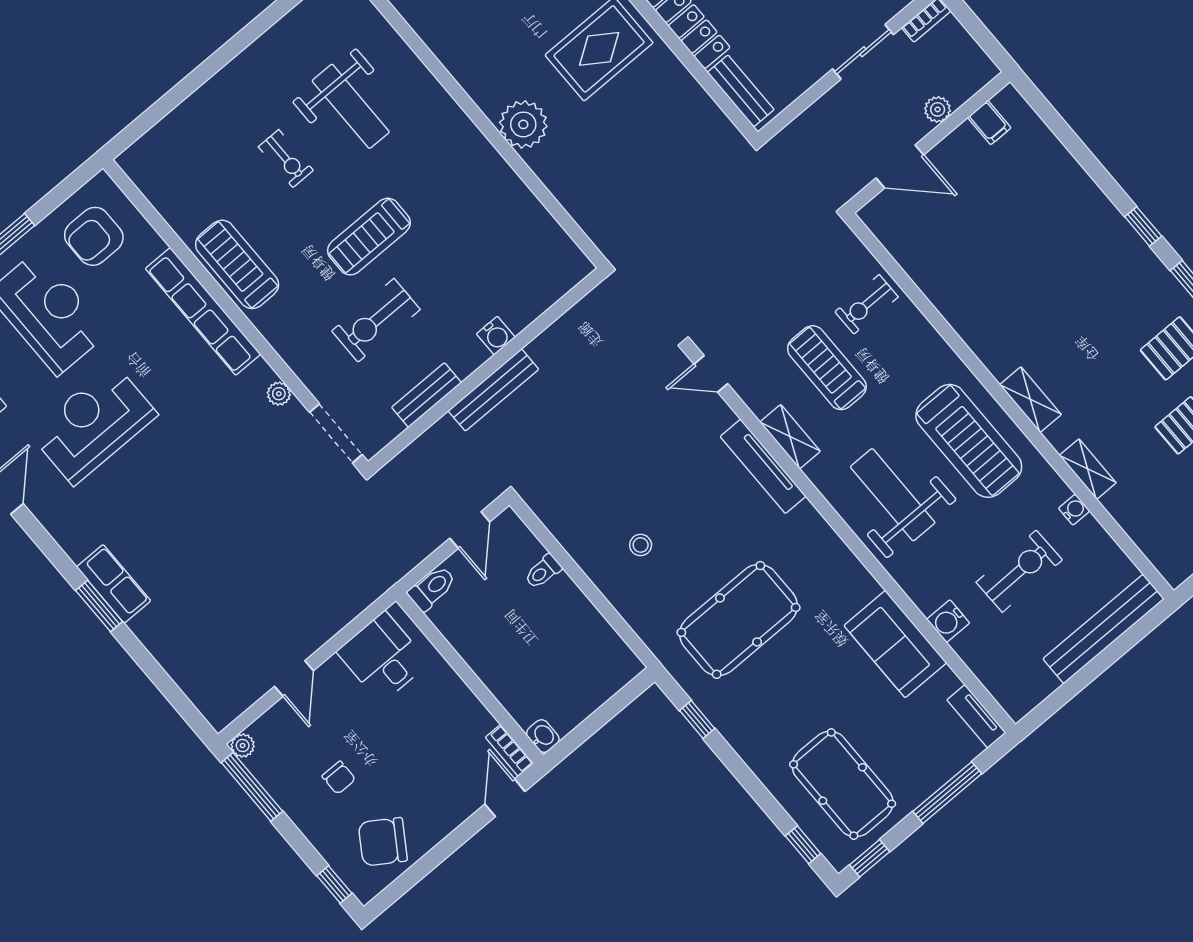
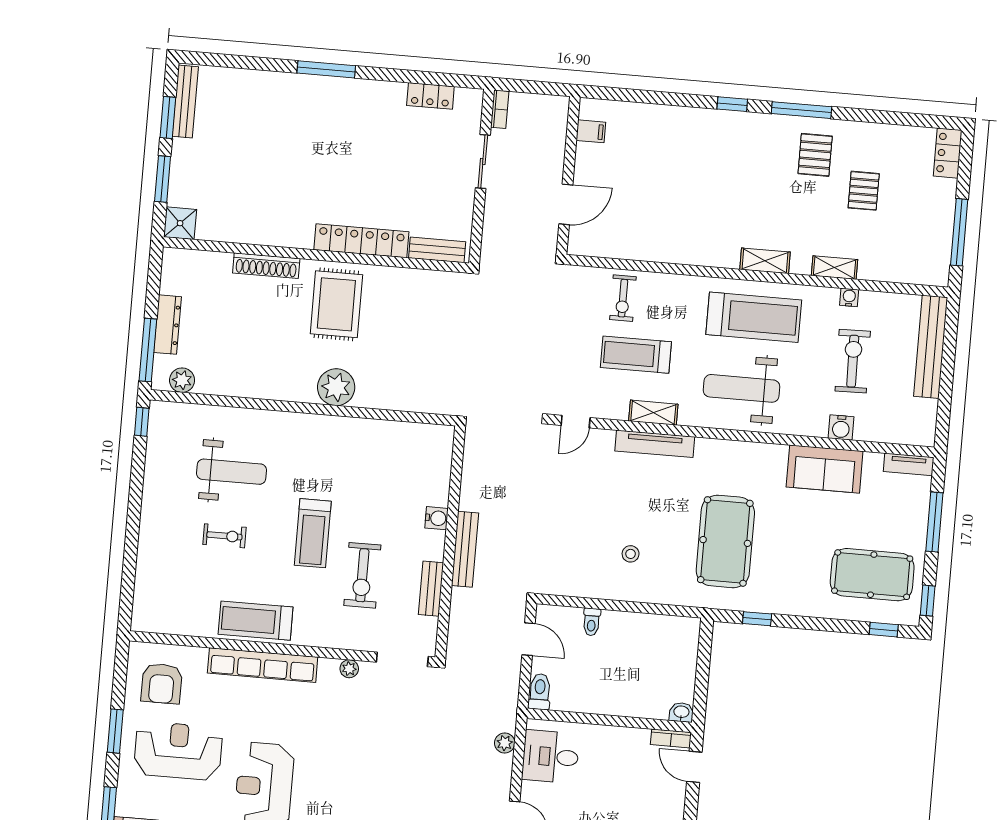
plant: (938, 109) -> (505, 743), moved

